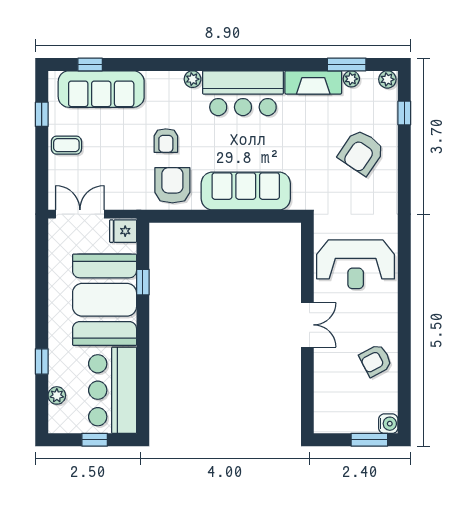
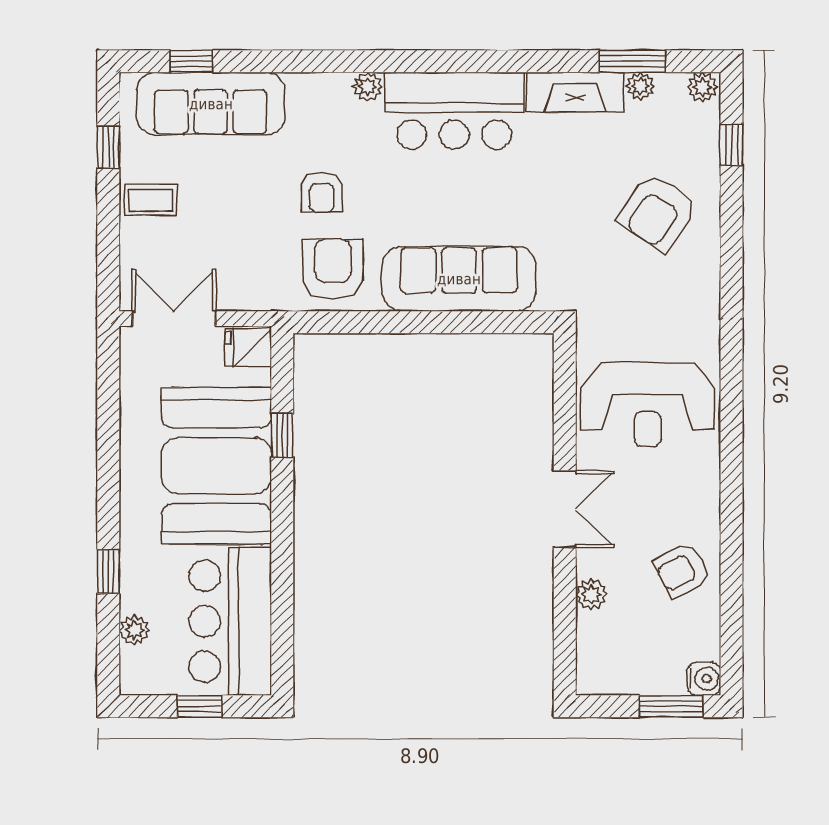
plant: (323, 375) -> (591, 595), added

